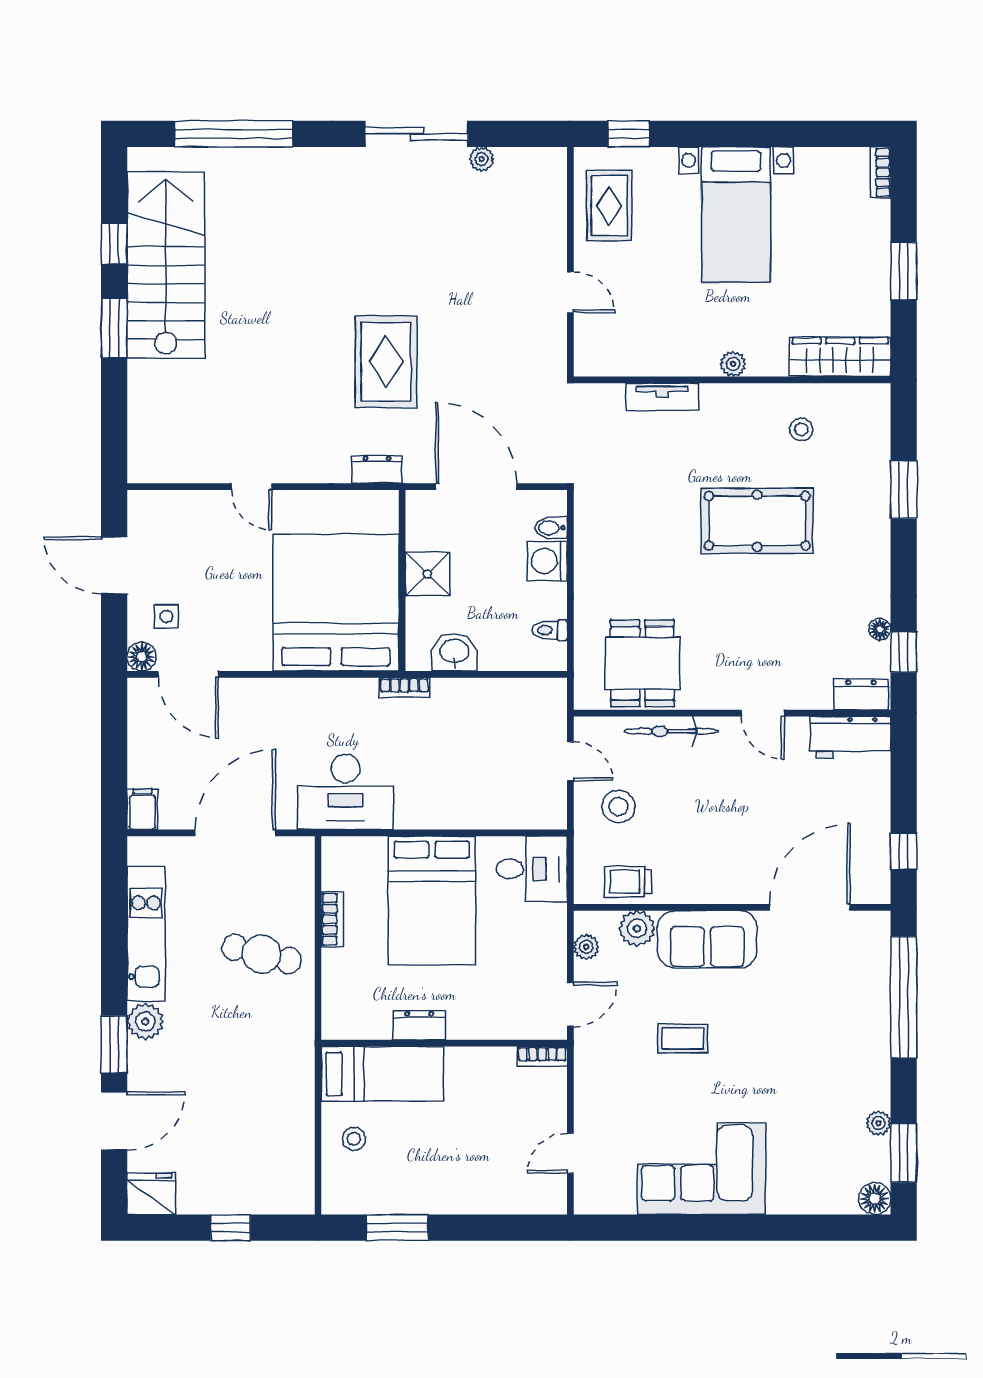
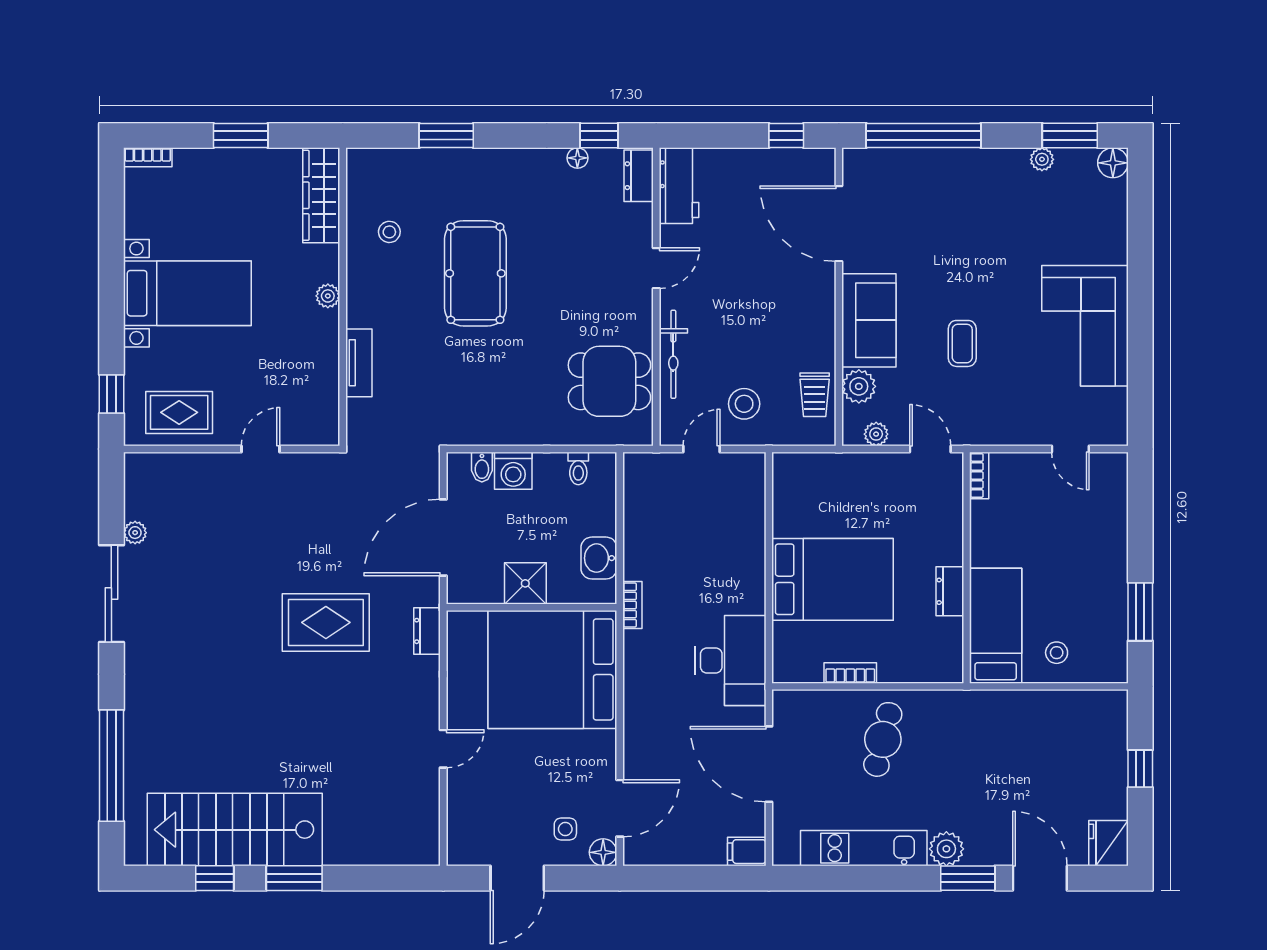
desk: (532, 869) -> (803, 485), removed

